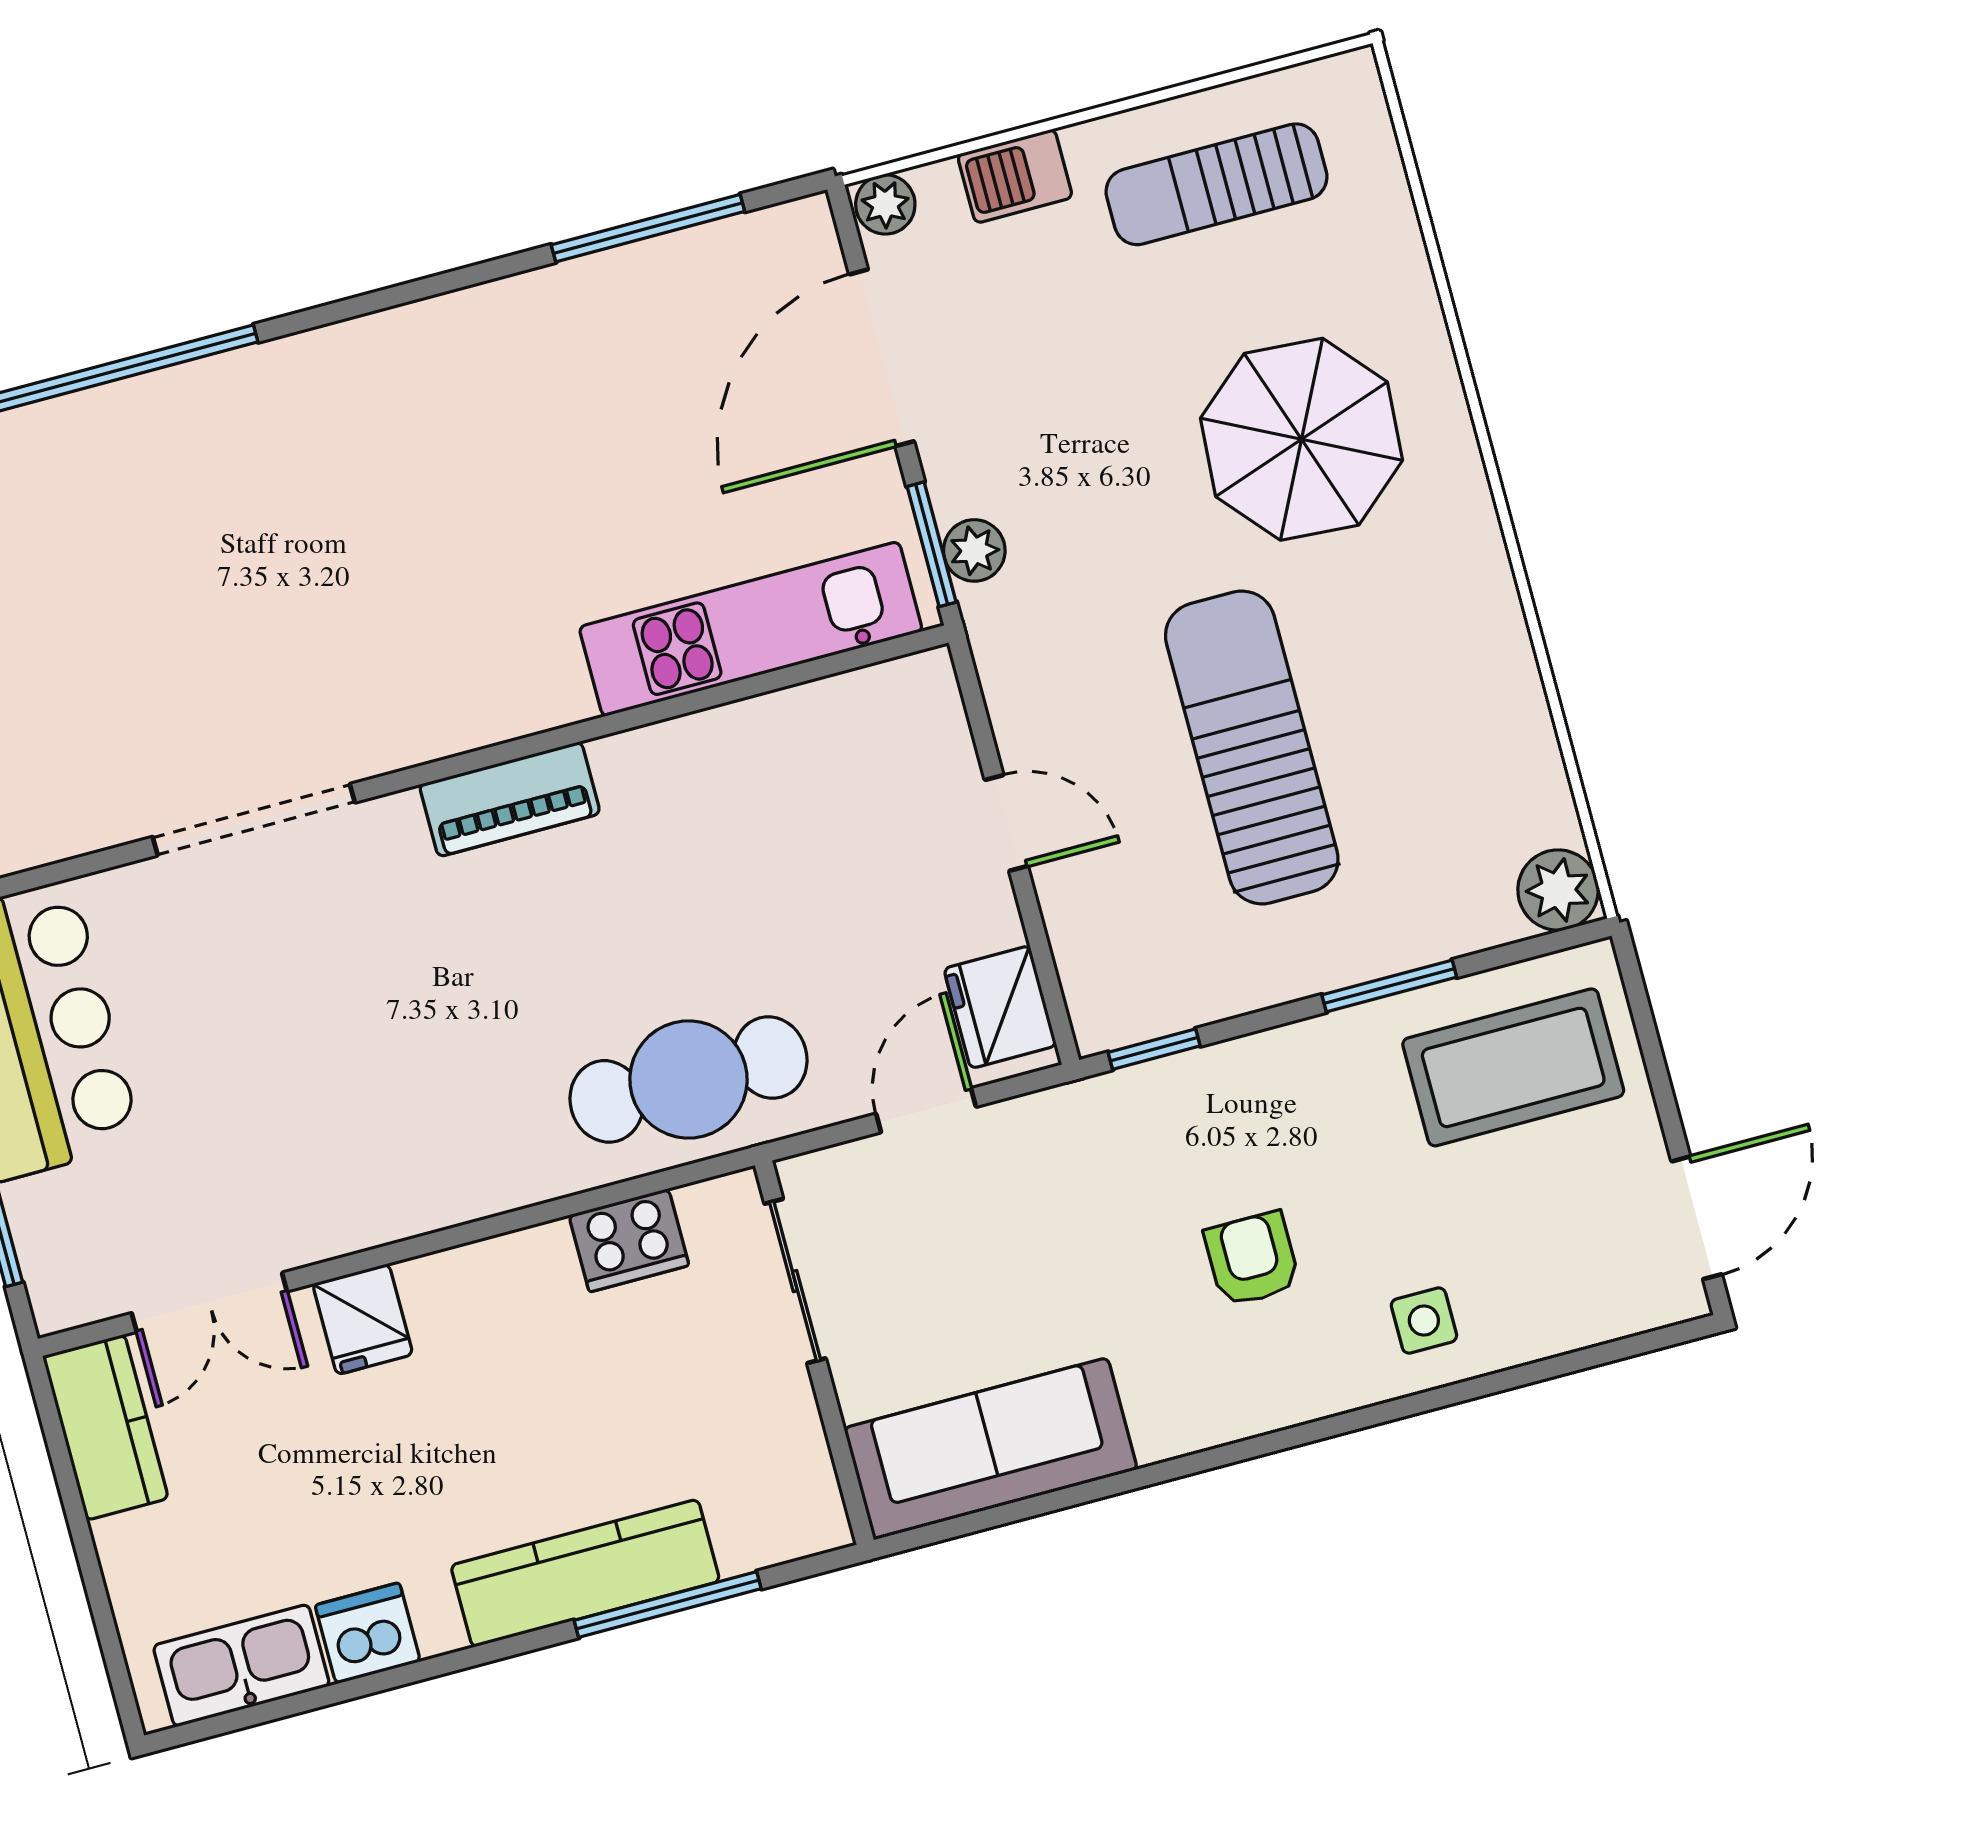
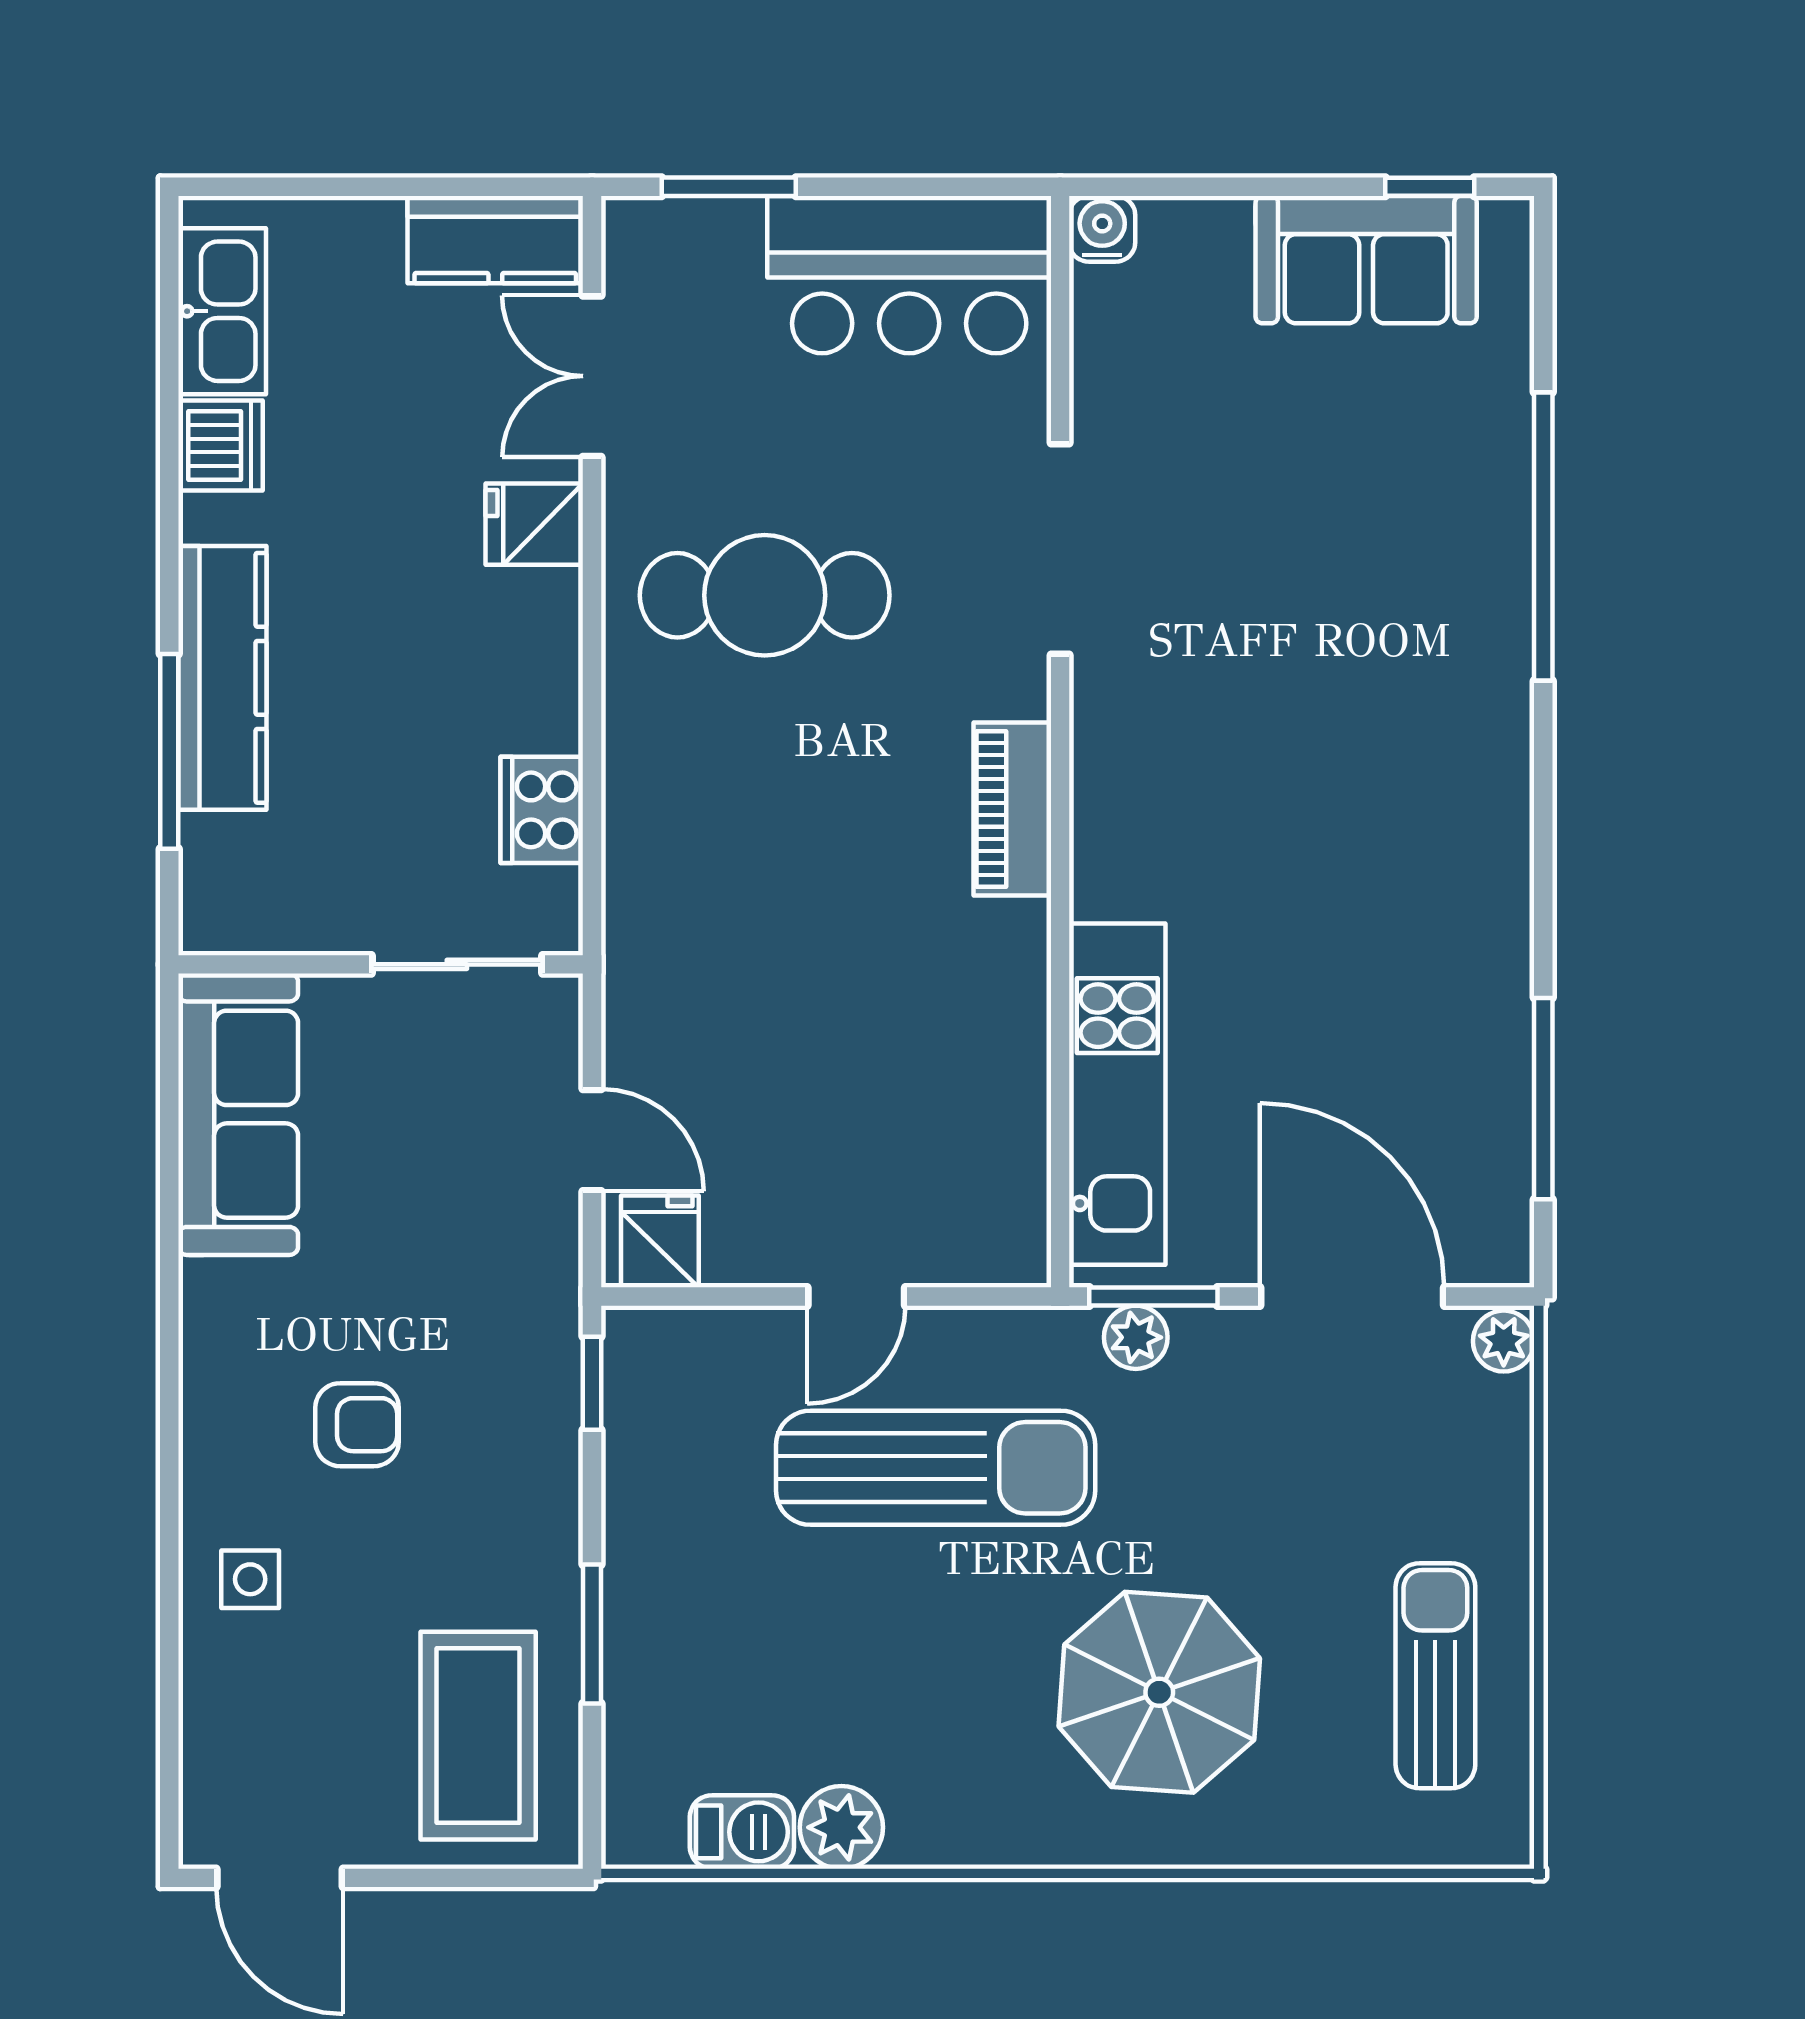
barbecue: (1015, 176) -> (742, 1832), moved, turned 90
sun lounger: (1252, 747) -> (936, 1468), moved
plant: (1558, 890) -> (841, 1827), moved
fridge: (1000, 1007) -> (660, 1241), width x0.72
cafe table: (689, 1079) -> (765, 595), moved, turned 90

